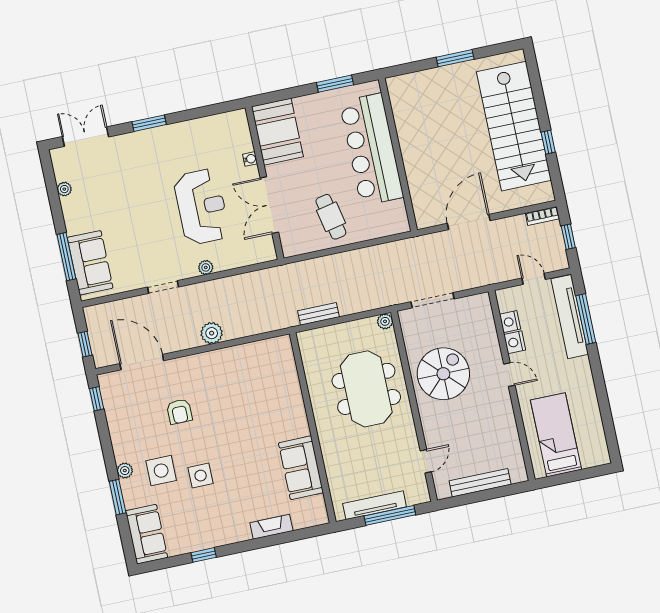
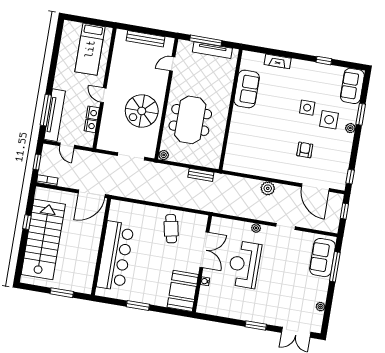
bar counter: (371, 150) -> (115, 256), moved
wall: (398, 155) -> (101, 247), moved

